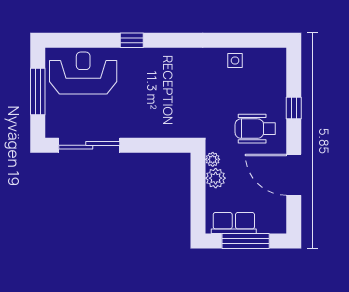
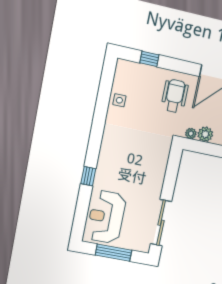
window: (294, 108) -> (149, 59), moved
wheelchair: (255, 129) -> (175, 96), turned 180

